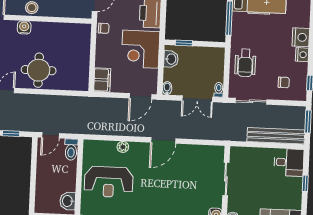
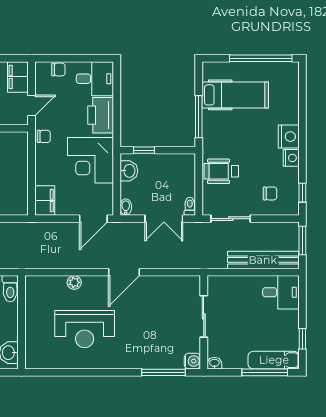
wheelchair: (245, 63) -> (221, 171), turned 90
reception desk: (109, 182) -> (85, 329), moved
window: (305, 183) -> (302, 339), moved

